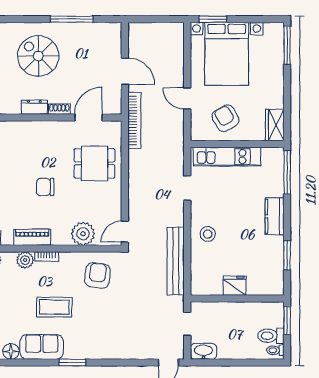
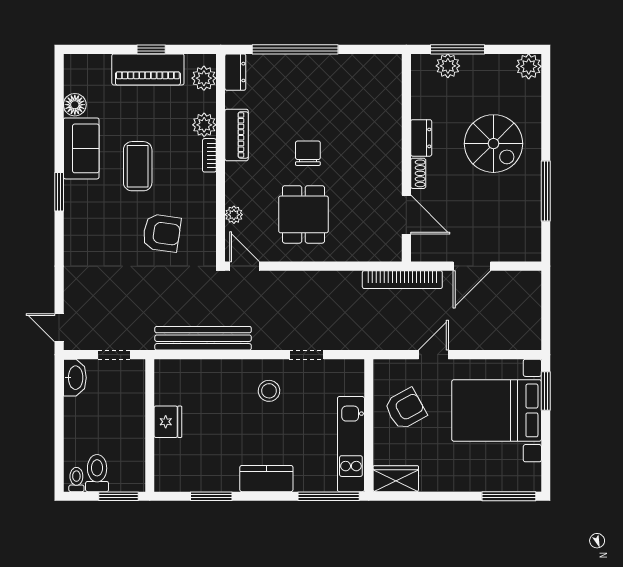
spiral stairs: (38, 56) -> (494, 144), turned 90
kitchen unit: (227, 157) -> (351, 444), moved
dining table: (94, 163) -> (303, 214), moved
plant: (83, 234) -> (234, 215), width x0.53, depth x0.53
stool: (208, 234) -> (269, 391), moved
armchair: (97, 275) -> (162, 233), moved

